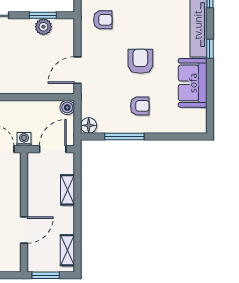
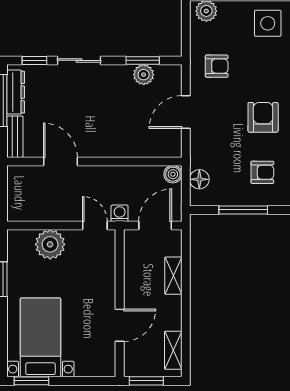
door: (78, 70) -> (186, 112), moved
floor lamp: (89, 125) -> (199, 179), moved

